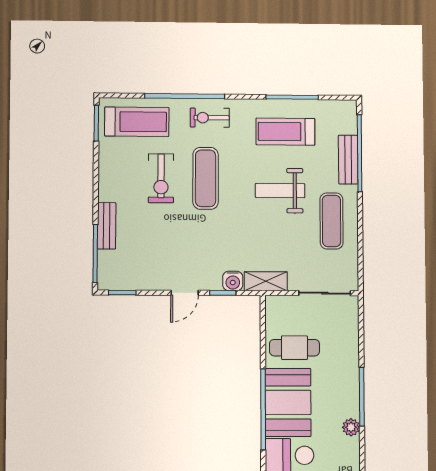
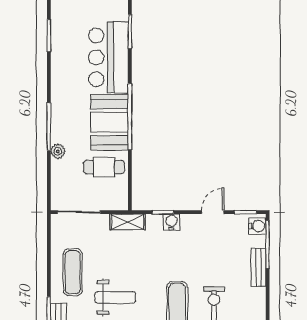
water cooler: (108, 276) -> (257, 226), added
water cooler: (233, 281) -> (171, 222), moved
door: (185, 293) -> (213, 212), moved
plant: (351, 427) -> (58, 151), moved

